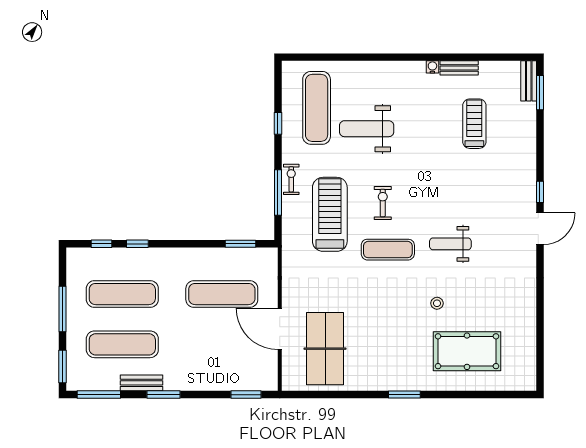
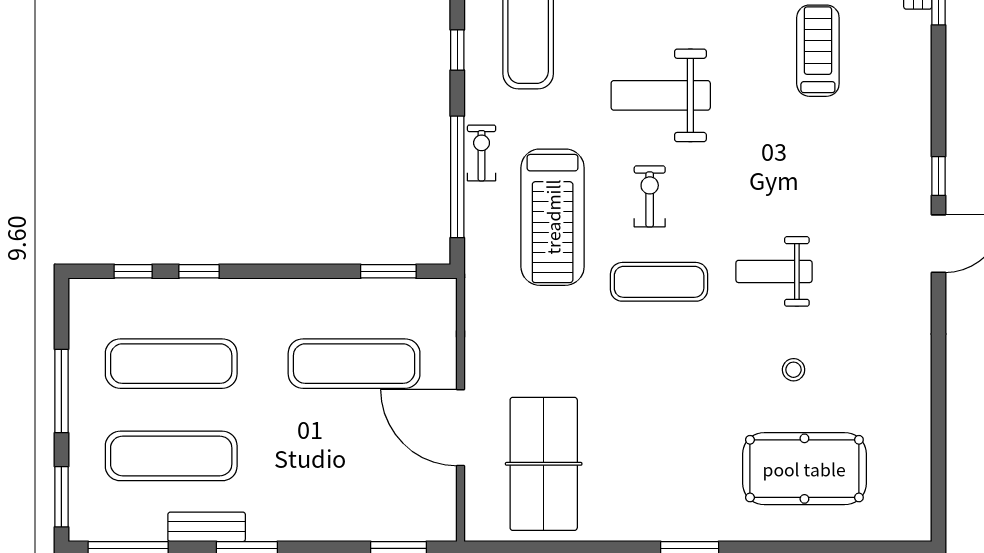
weight bench: (367, 129) -> (661, 95), moved
window: (278, 192) -> (457, 177), width x1.46
treadmill: (330, 214) -> (553, 217), turned 180
stool: (437, 303) -> (794, 370), moved

